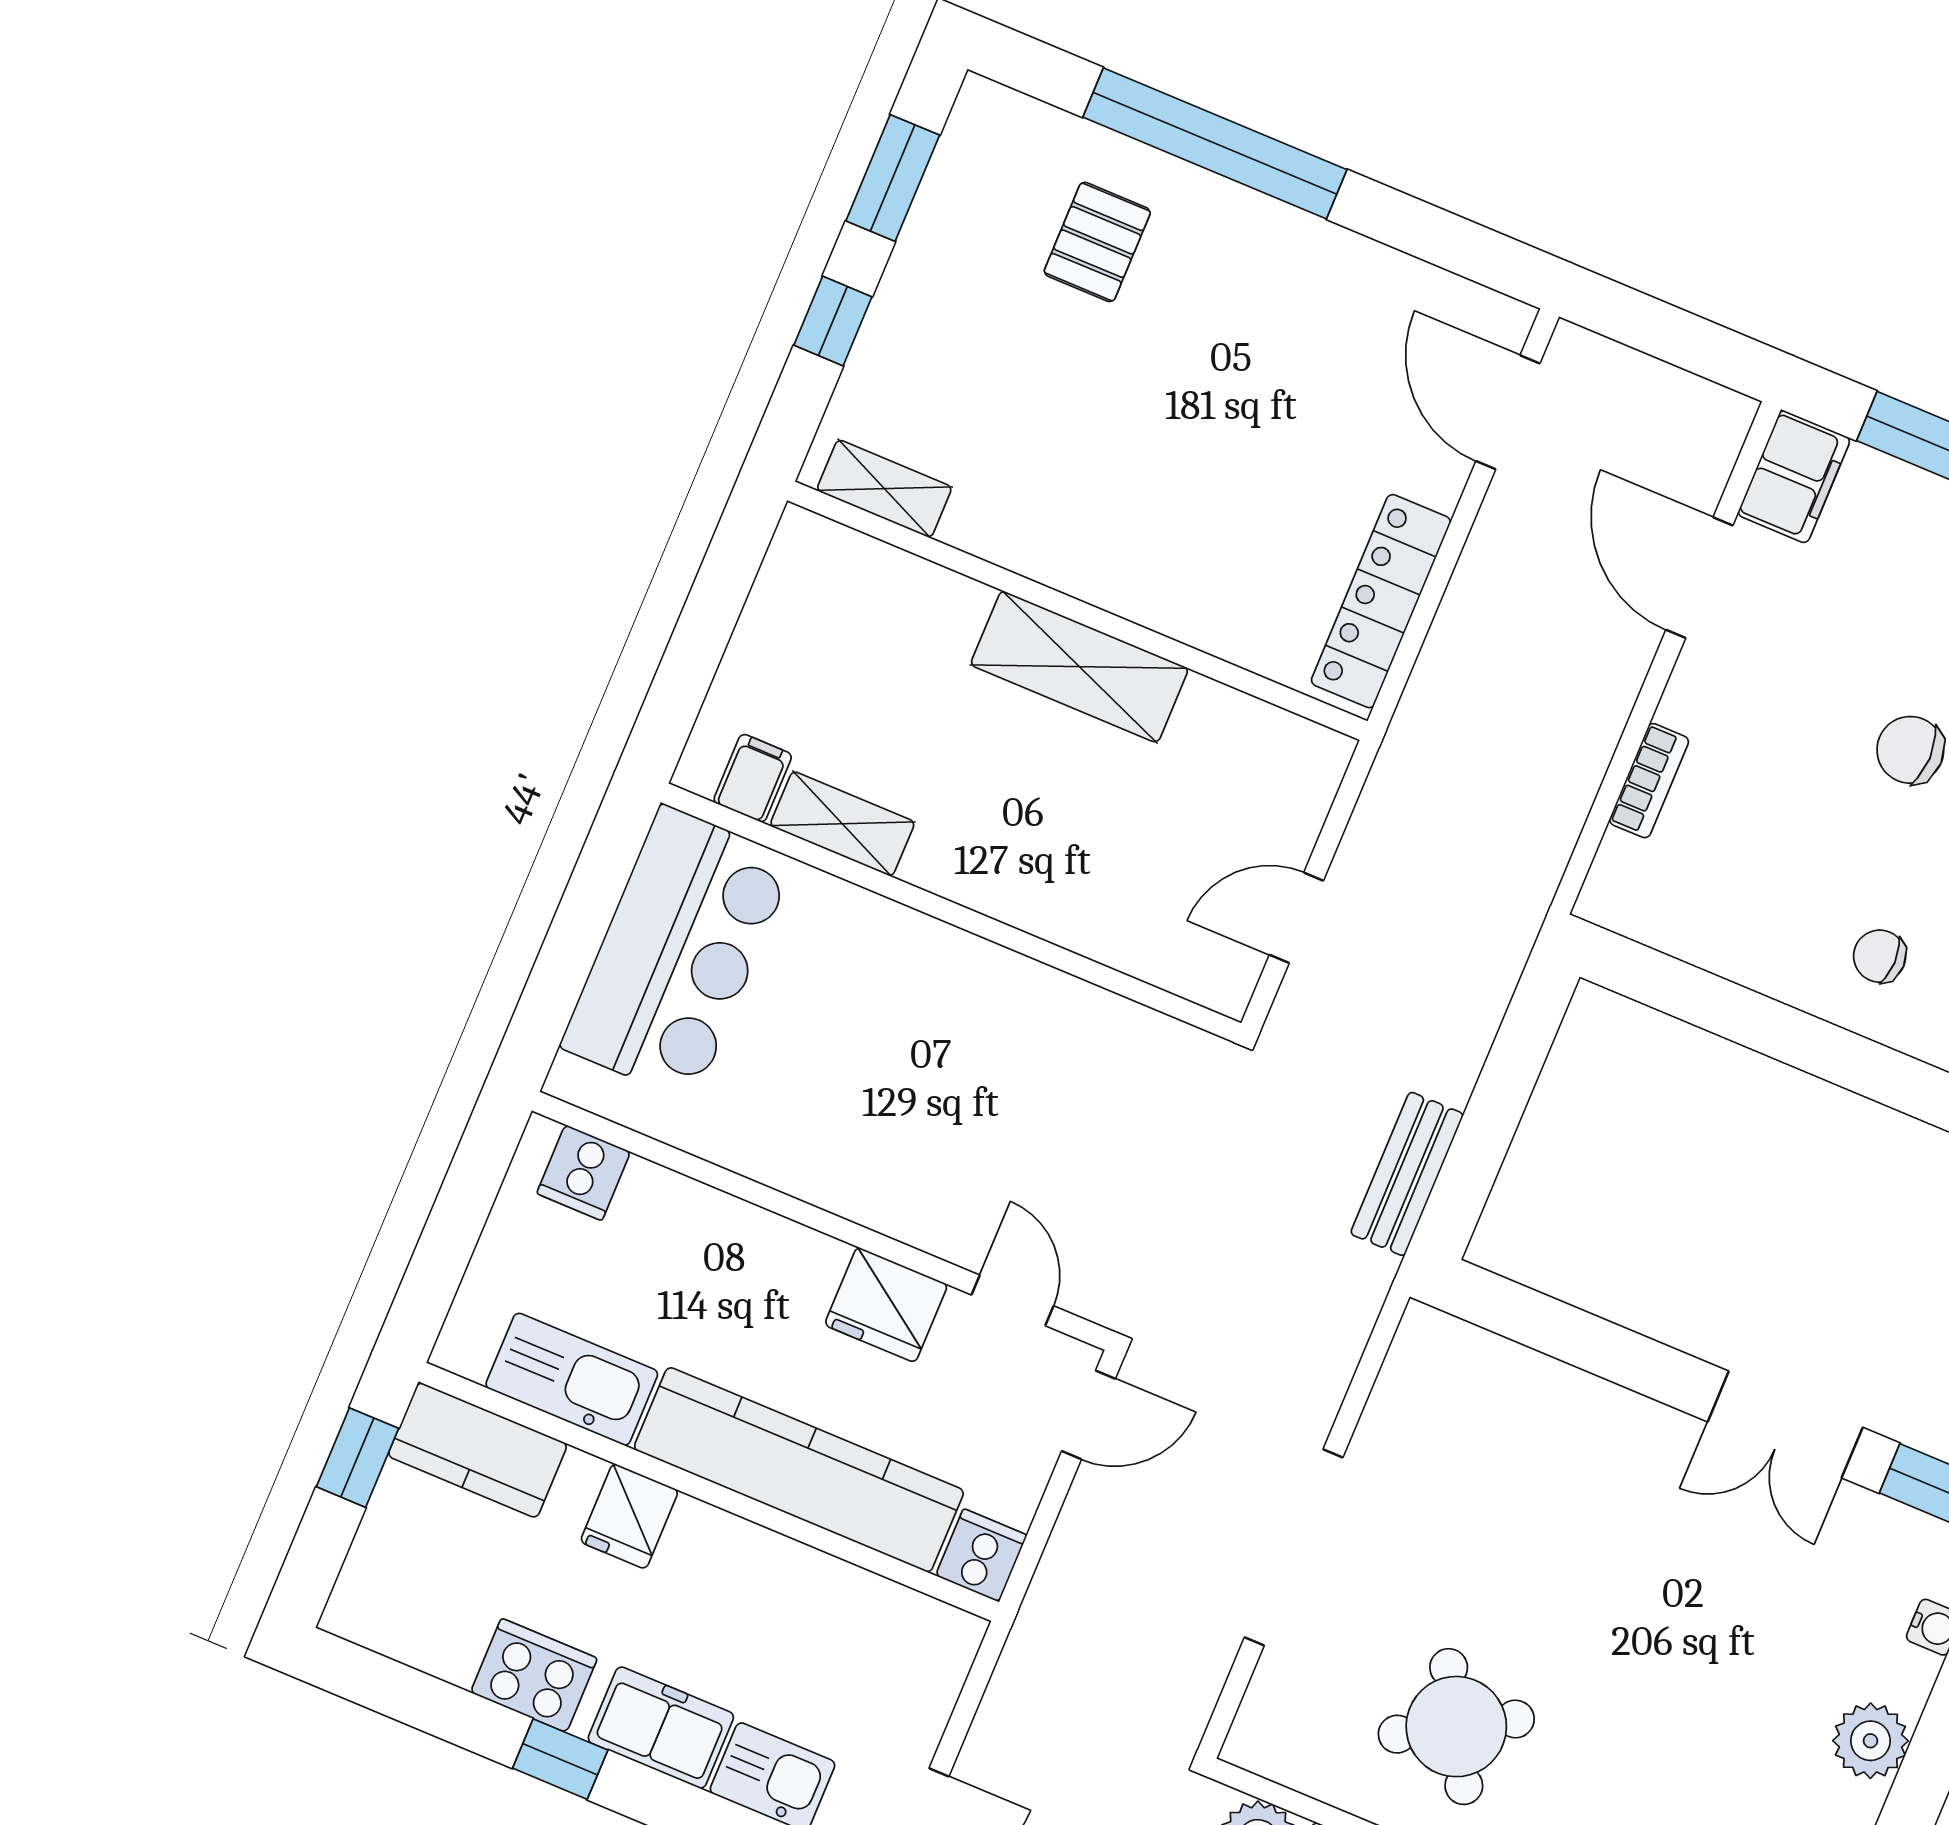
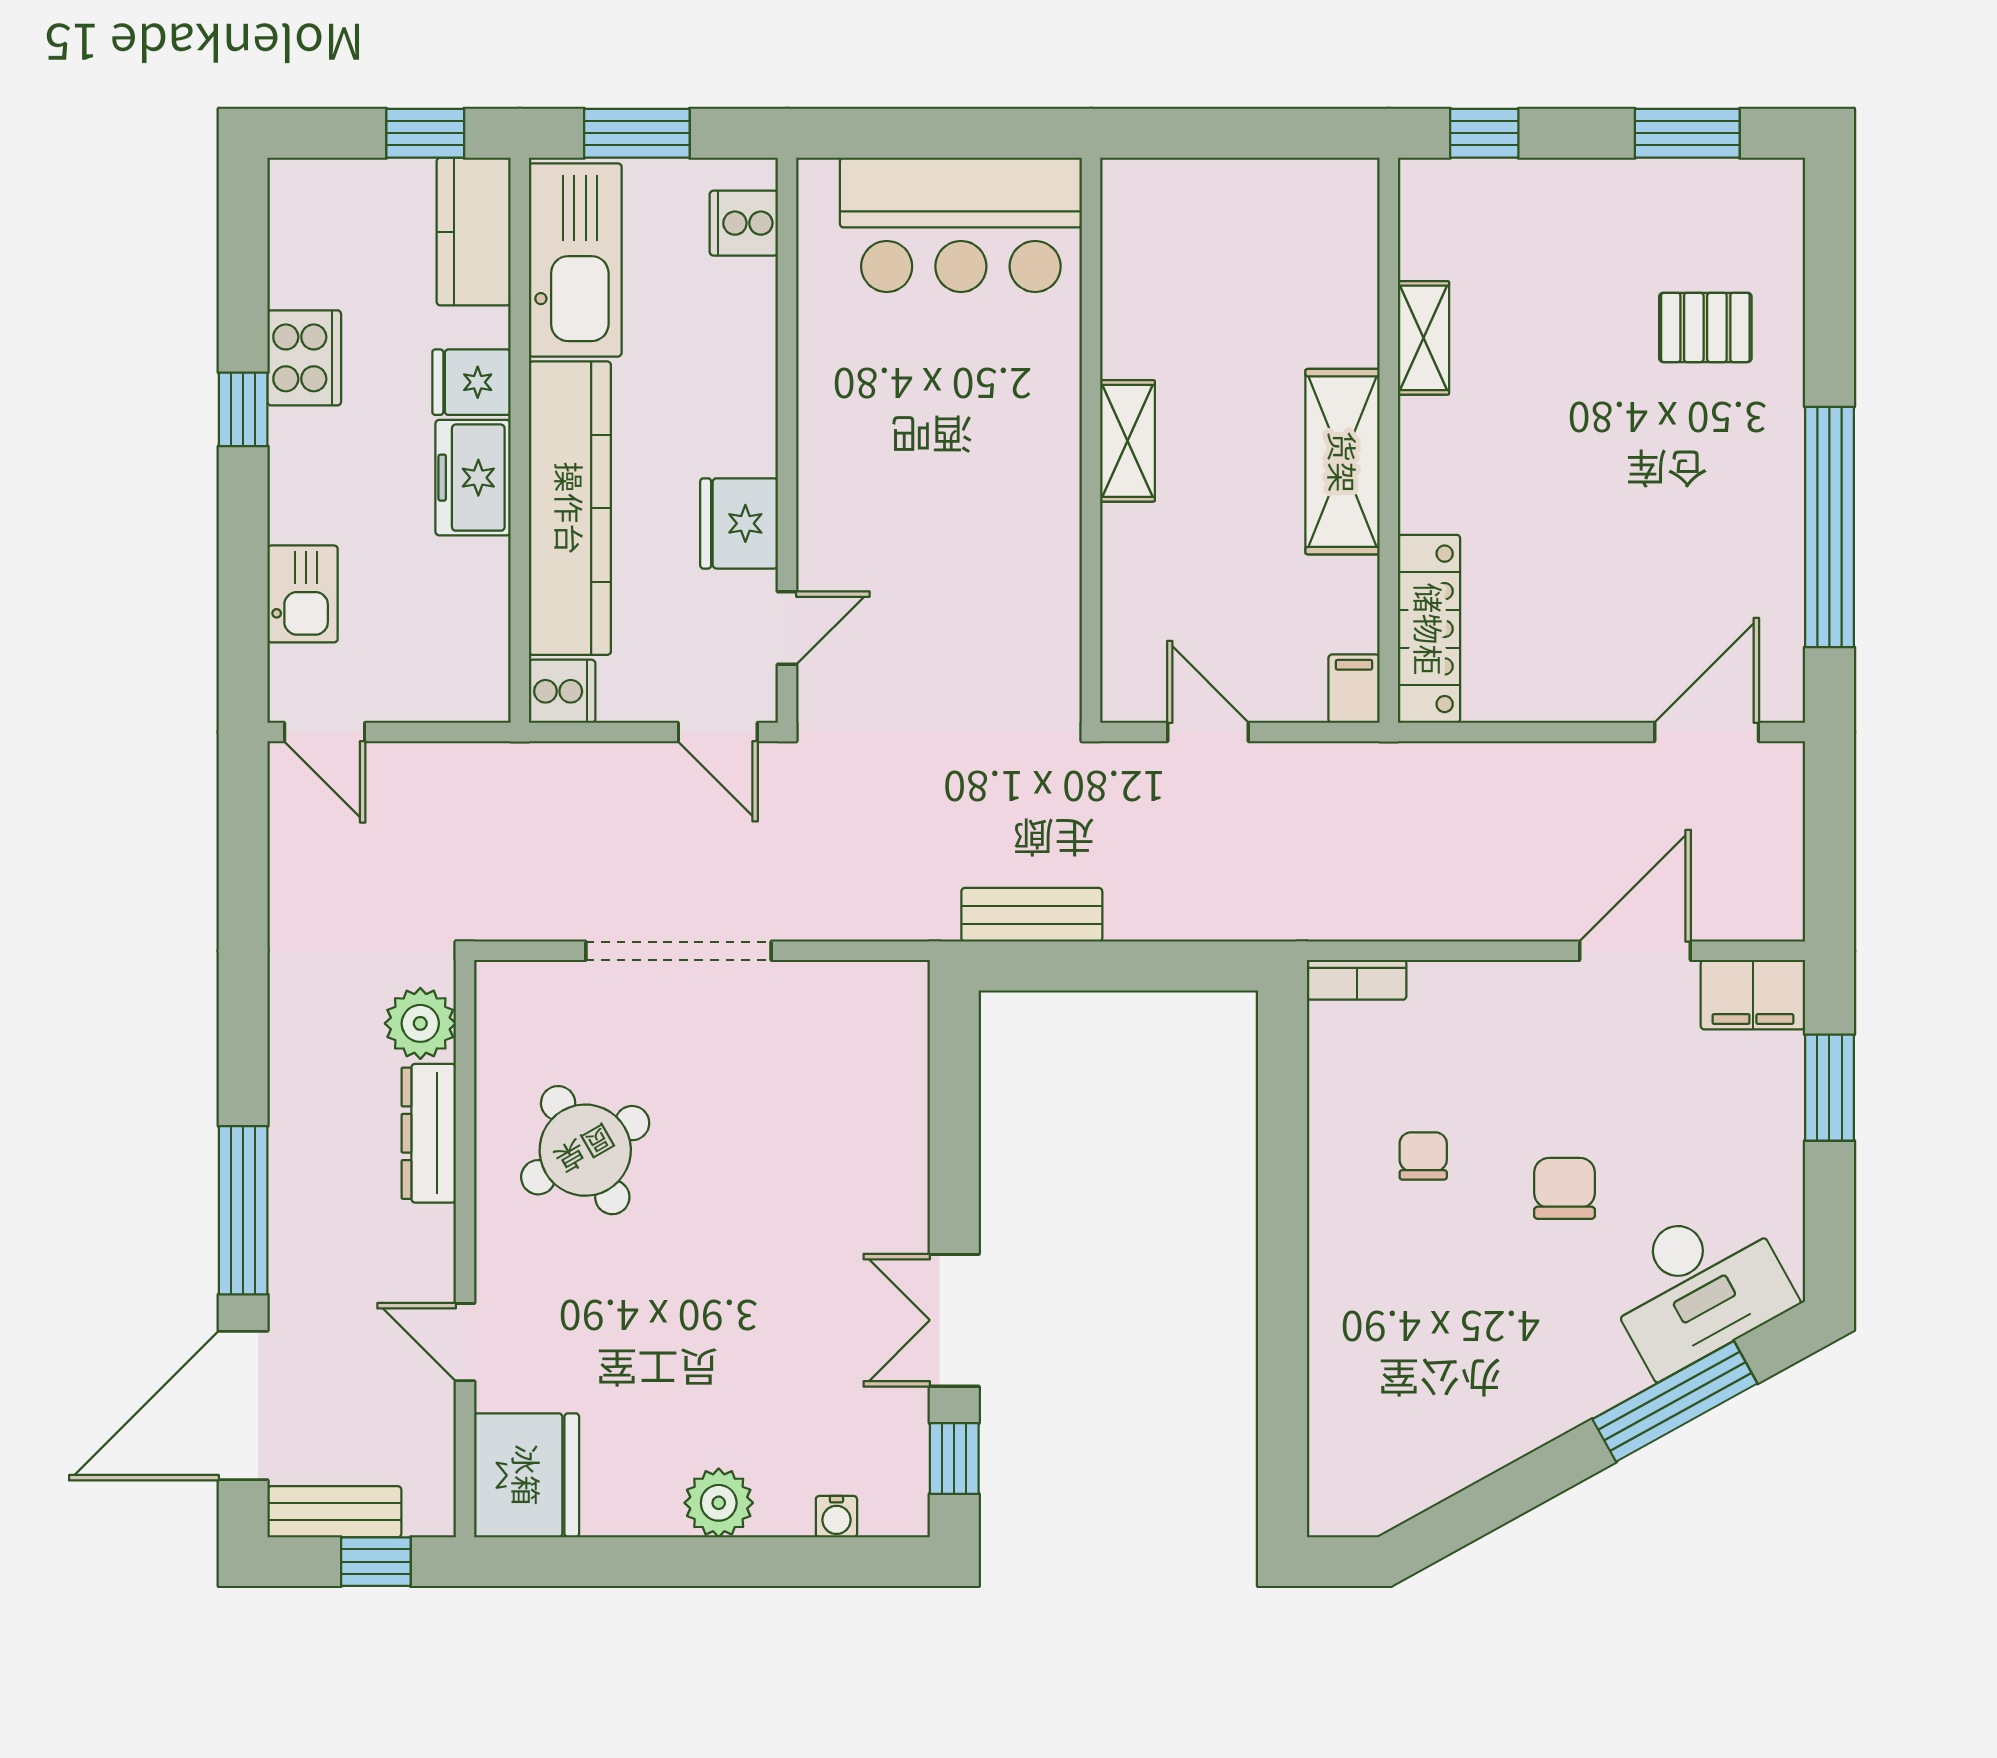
window: (1215, 143) -> (1829, 527), moved
window: (833, 321) -> (1484, 133), moved
shelving: (884, 489) -> (1423, 338), moved
locker: (1381, 601) -> (1429, 629), moved, turned 90
filing cabinet: (753, 778) -> (1354, 689), moved, turned -90
bookcase: (1649, 781) -> (1357, 980), moved
shelving: (842, 824) -> (1127, 441), moved
chair: (1880, 956) -> (1423, 1156), moved
window: (447, 1243) -> (637, 133), added
kitchen sink: (572, 1379) -> (575, 260), width x1.36, depth x1.24
freezer: (661, 1728) -> (473, 478), moved, turned 180

